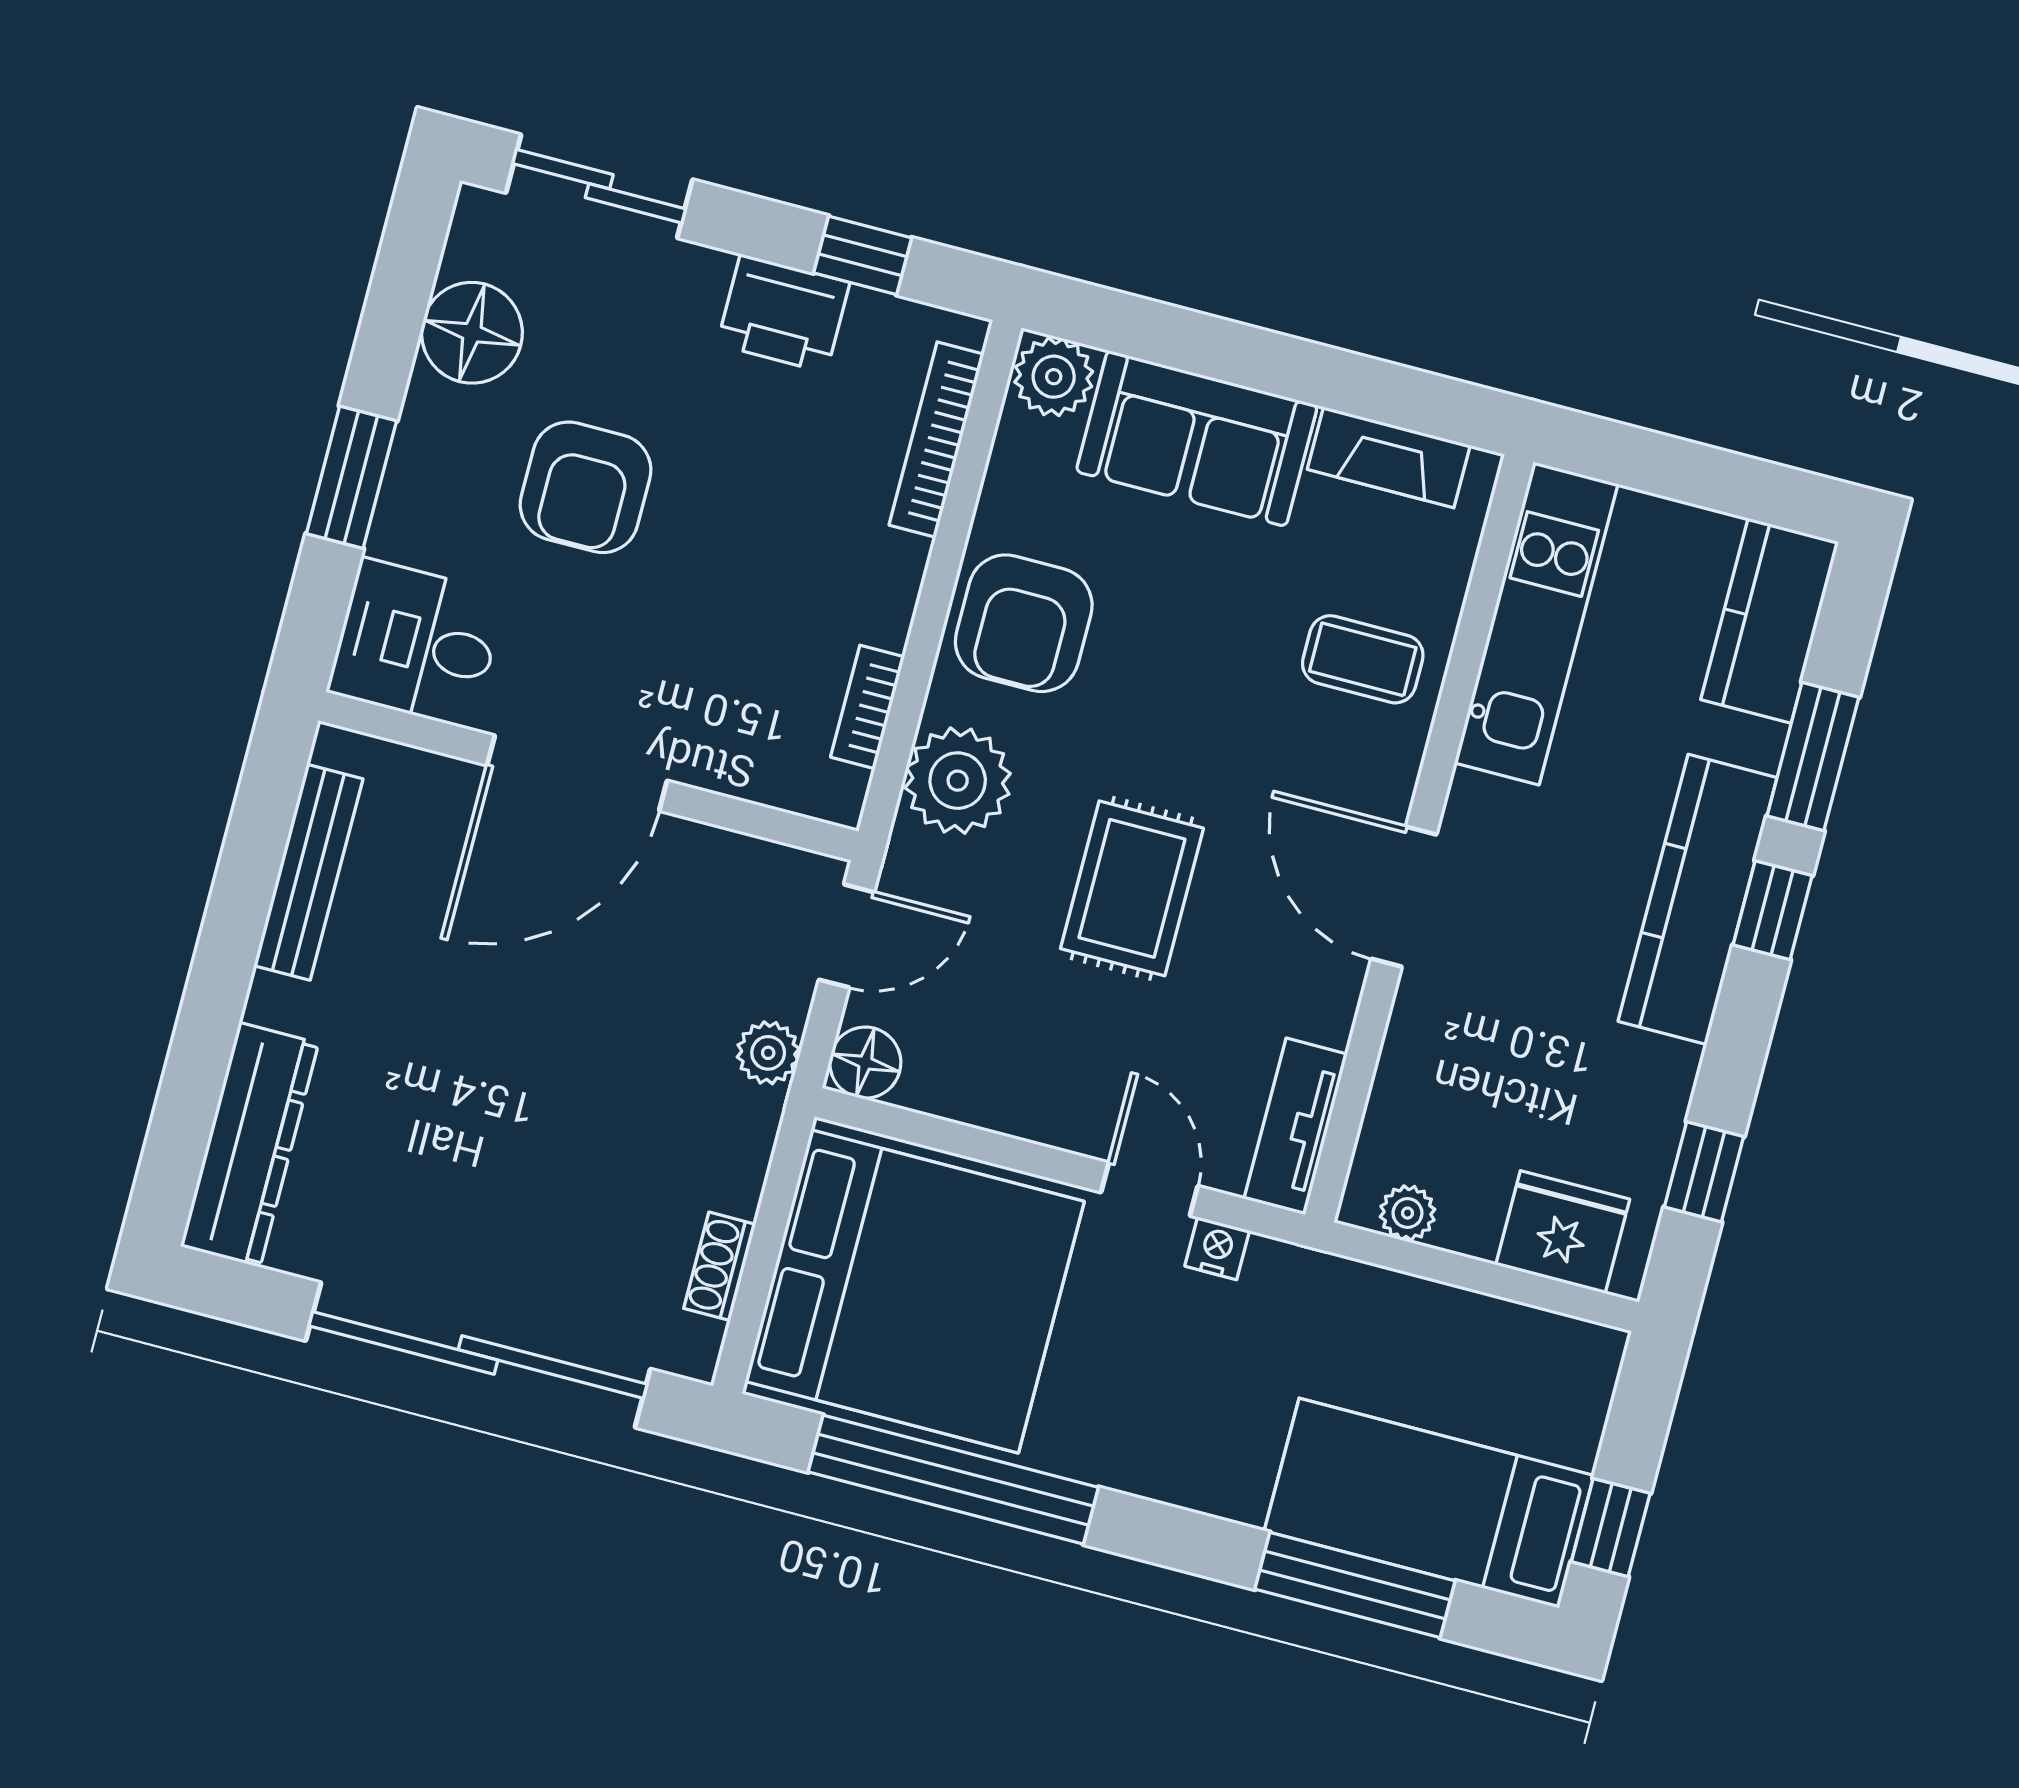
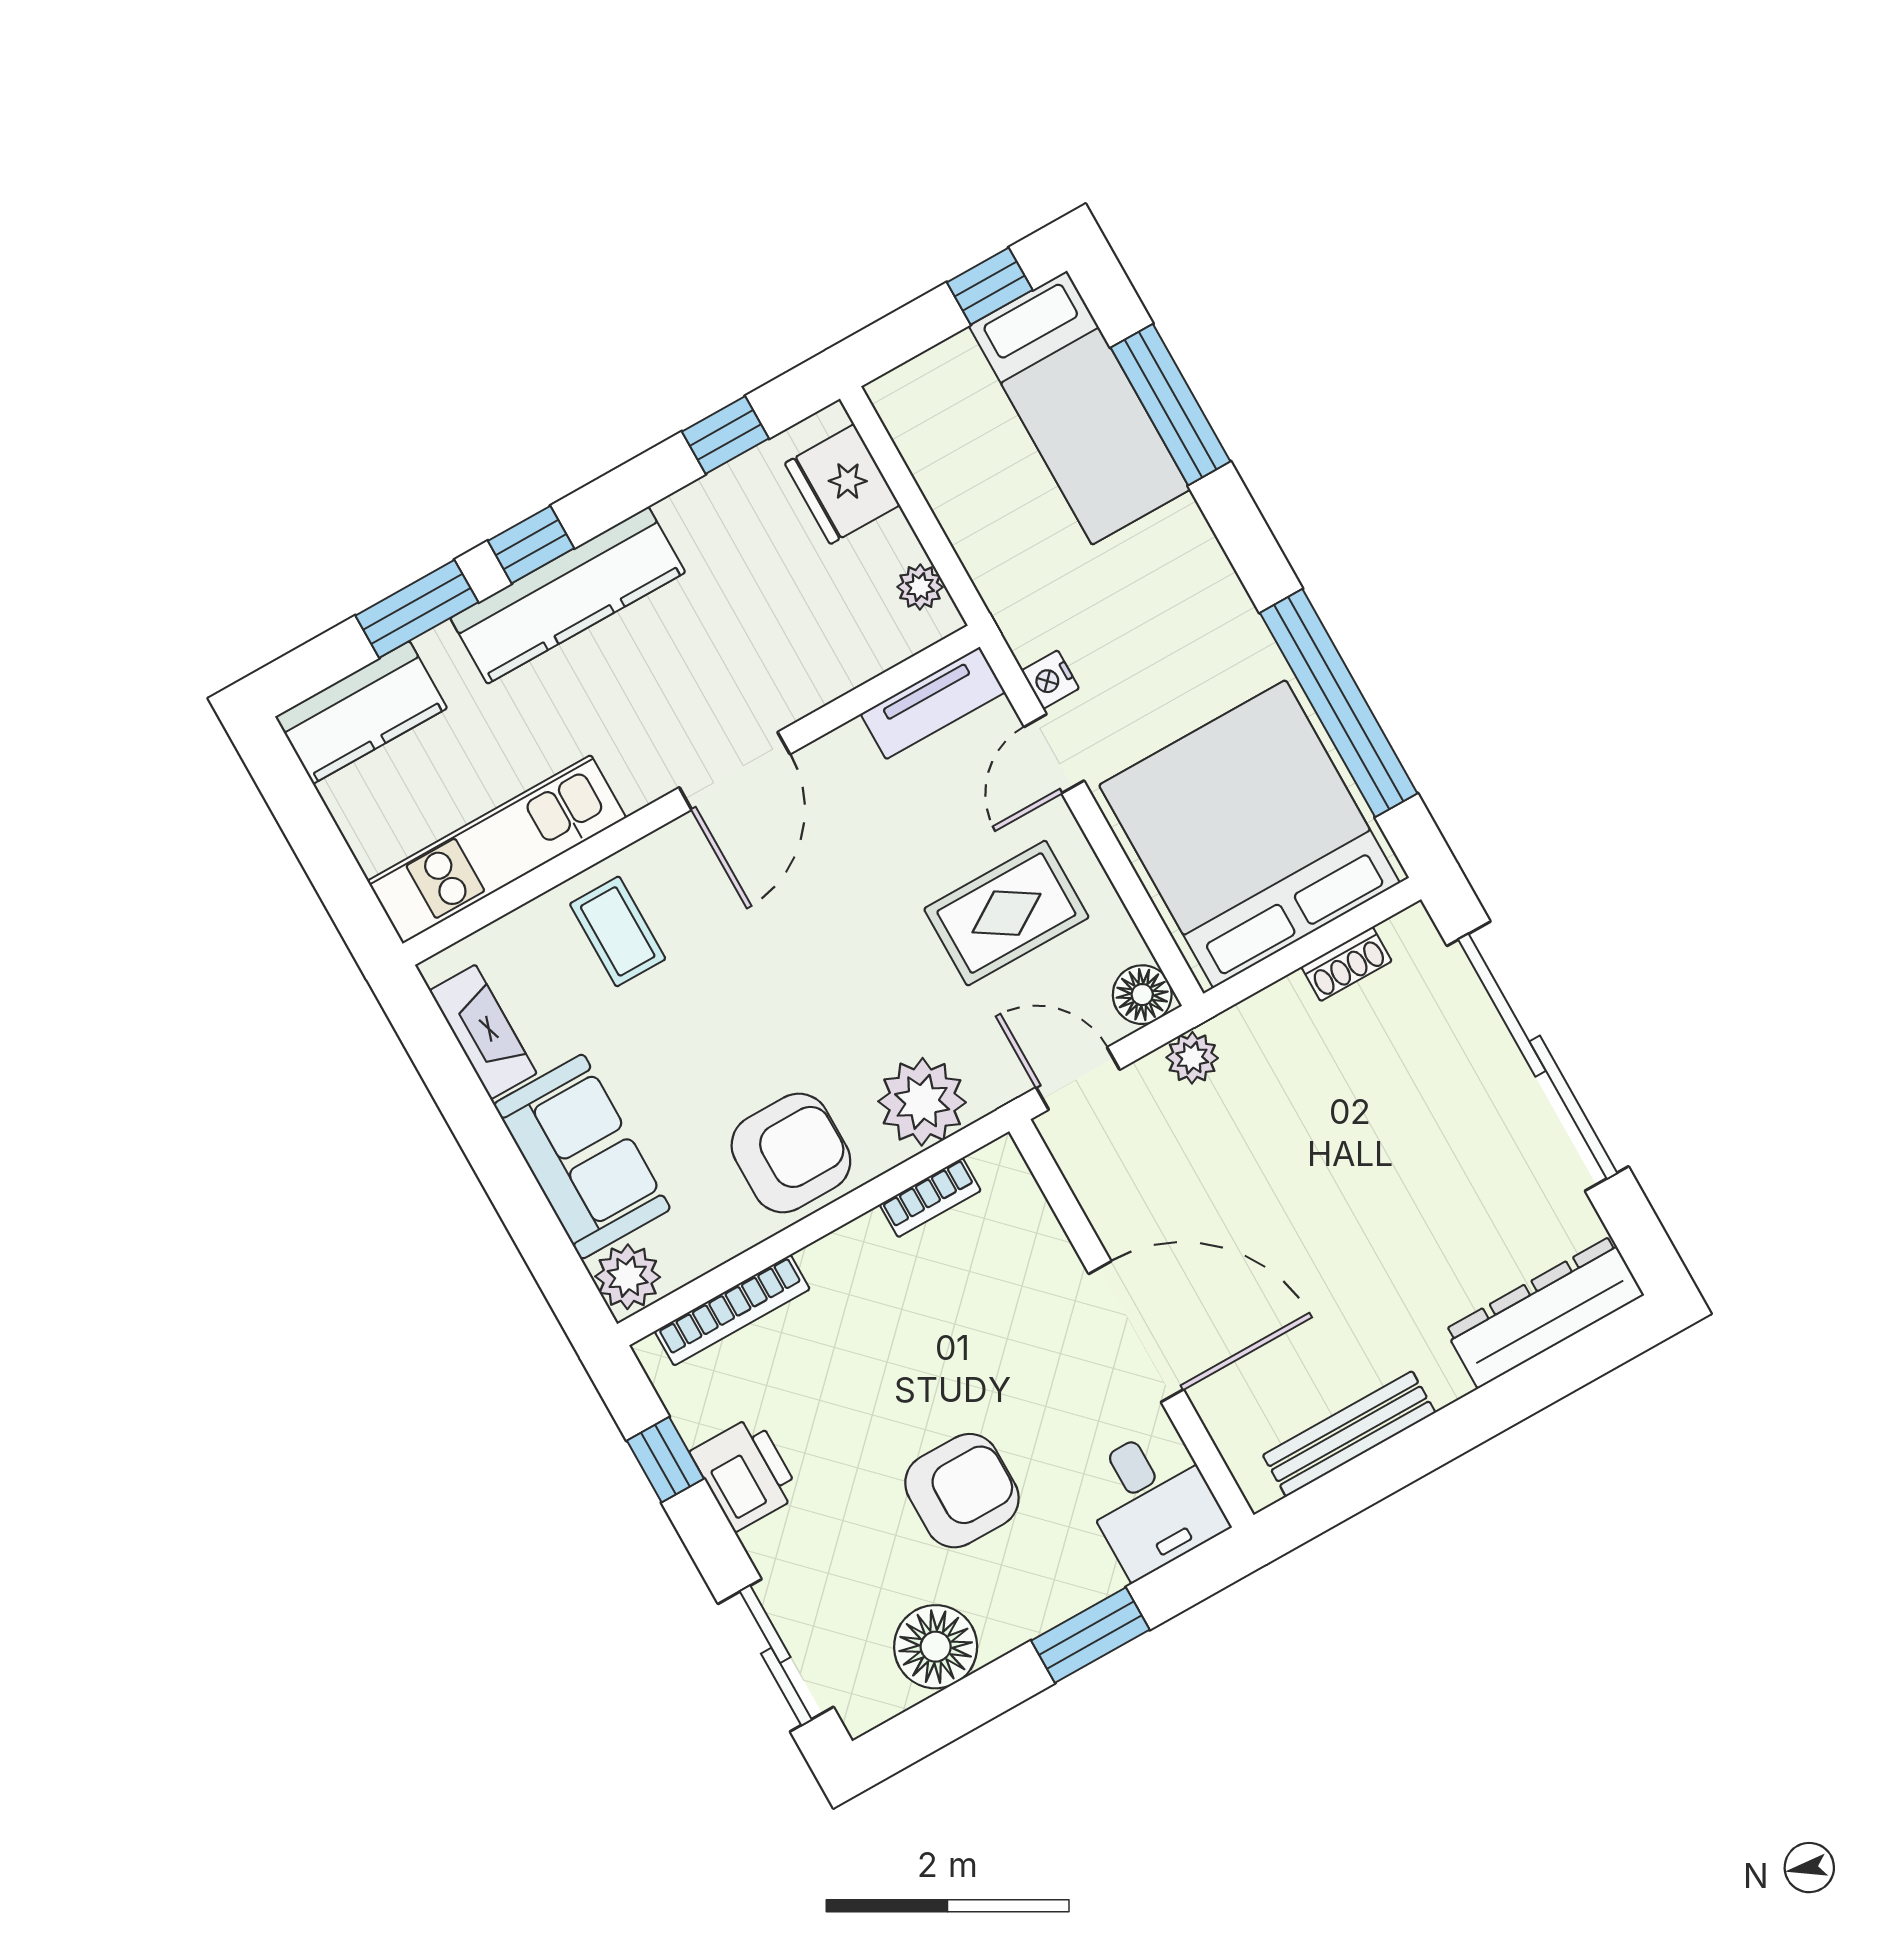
rug: (1132, 888) -> (1006, 913), moved

